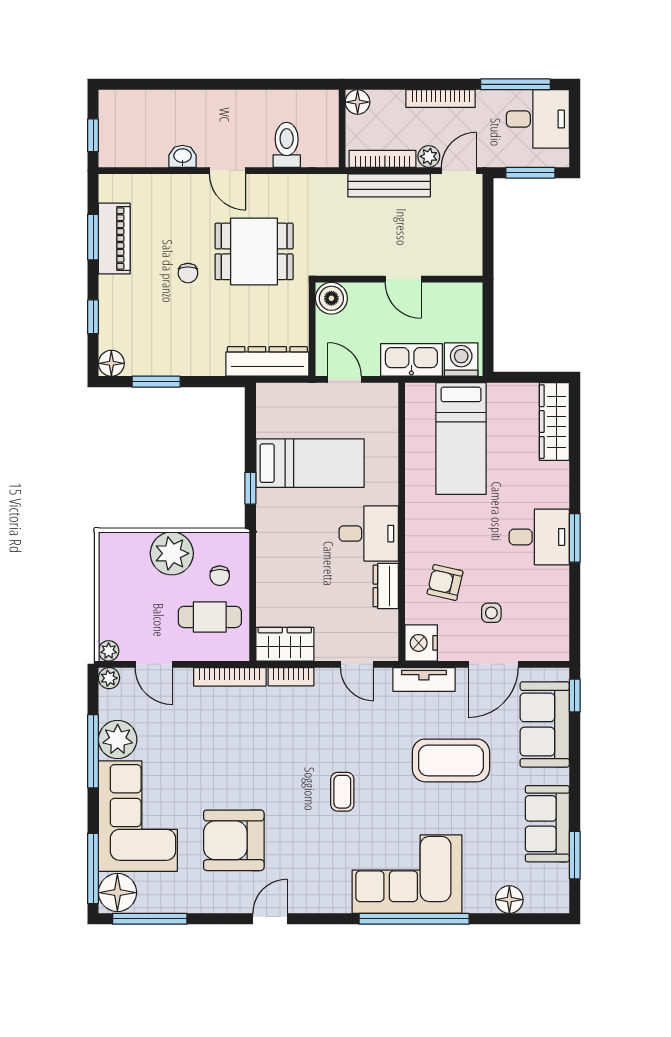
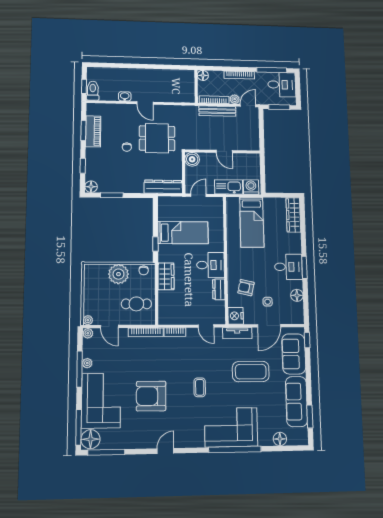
toilet: (287, 145) -> (93, 91), moved
door: (344, 379) -> (198, 195), hinge flipped
chair: (220, 576) -> (144, 270), moved
floor lamp: (556, 599) -> (297, 295), added
wardrobe: (285, 644) -> (166, 276), moved, turned 90
plant: (118, 740) -> (87, 363), width x0.53, depth x0.53
sofa: (547, 824) -> (297, 401), width x1.36
armchair: (234, 840) -> (151, 396), moved

